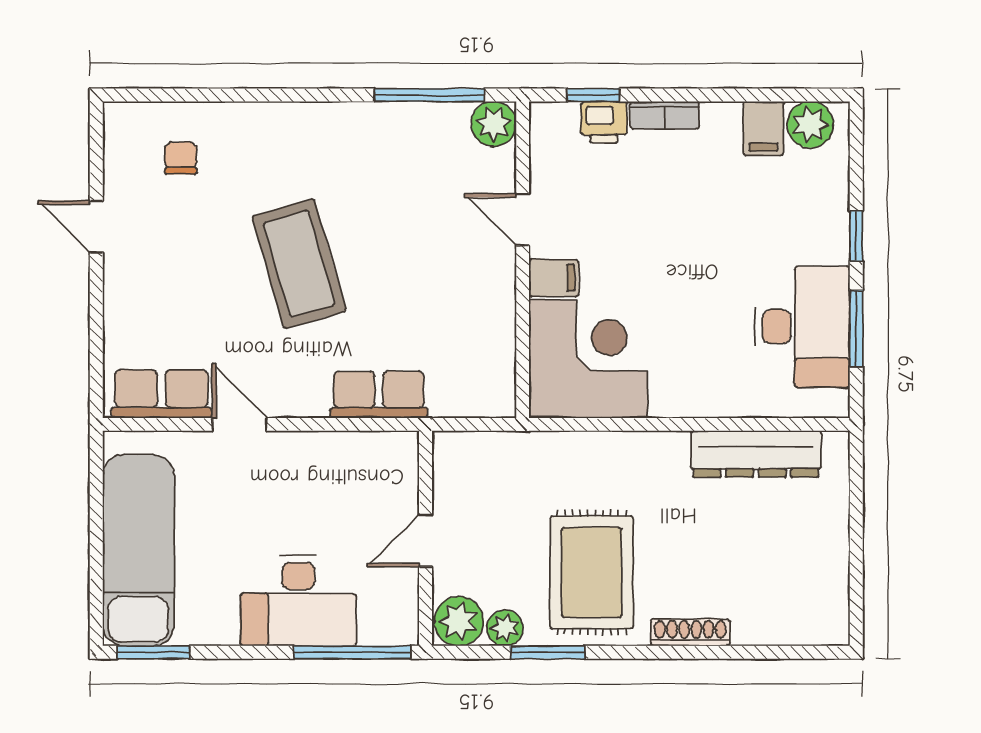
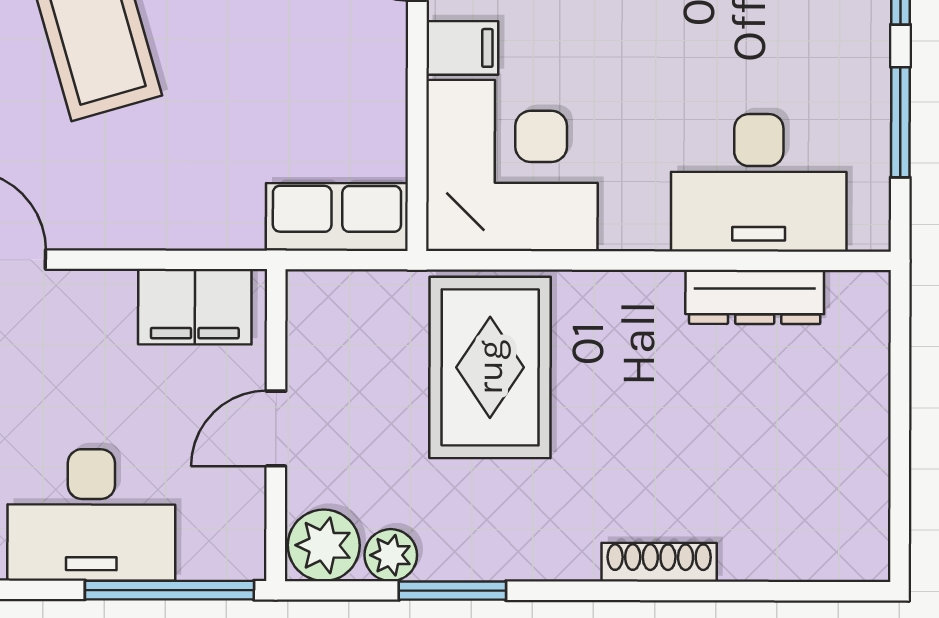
desk: (802, 327) -> (759, 183), moved, turned 90
row of seats: (379, 395) -> (337, 217), moved
dresser: (756, 454) -> (755, 297), width x0.73, depth x0.80
filing cabinet: (369, 457) -> (195, 307), added
rug: (592, 572) -> (490, 367), moved

